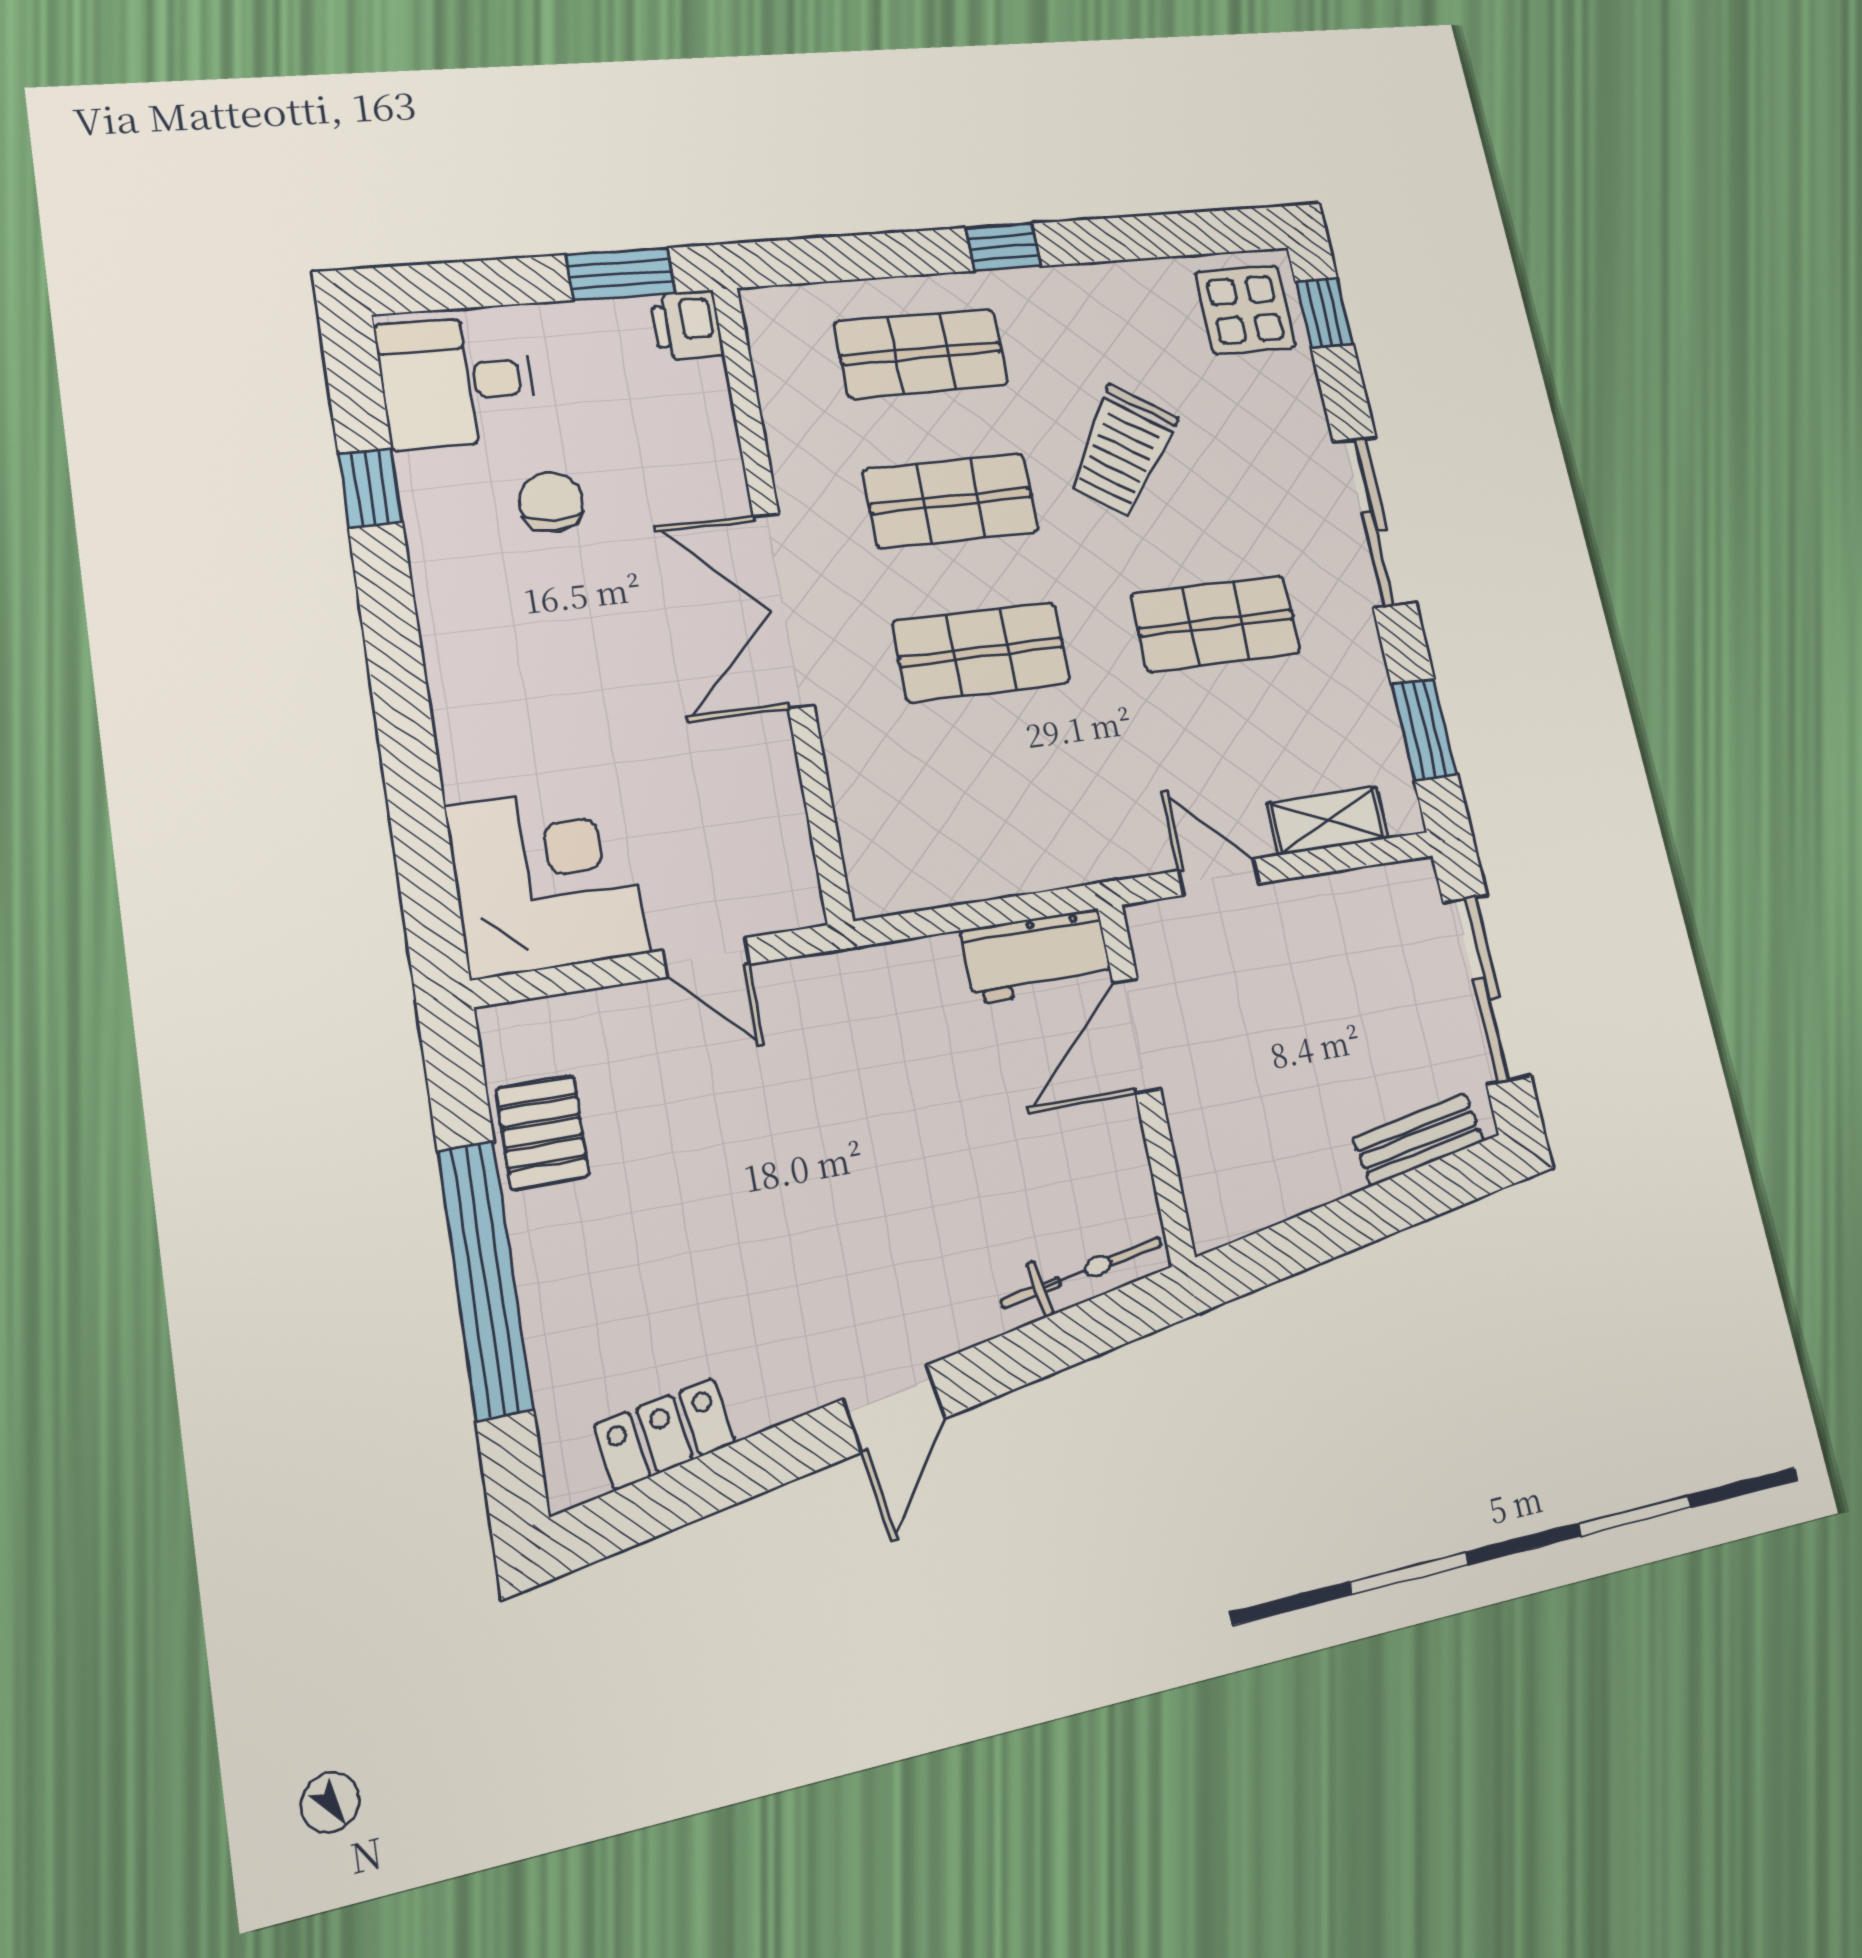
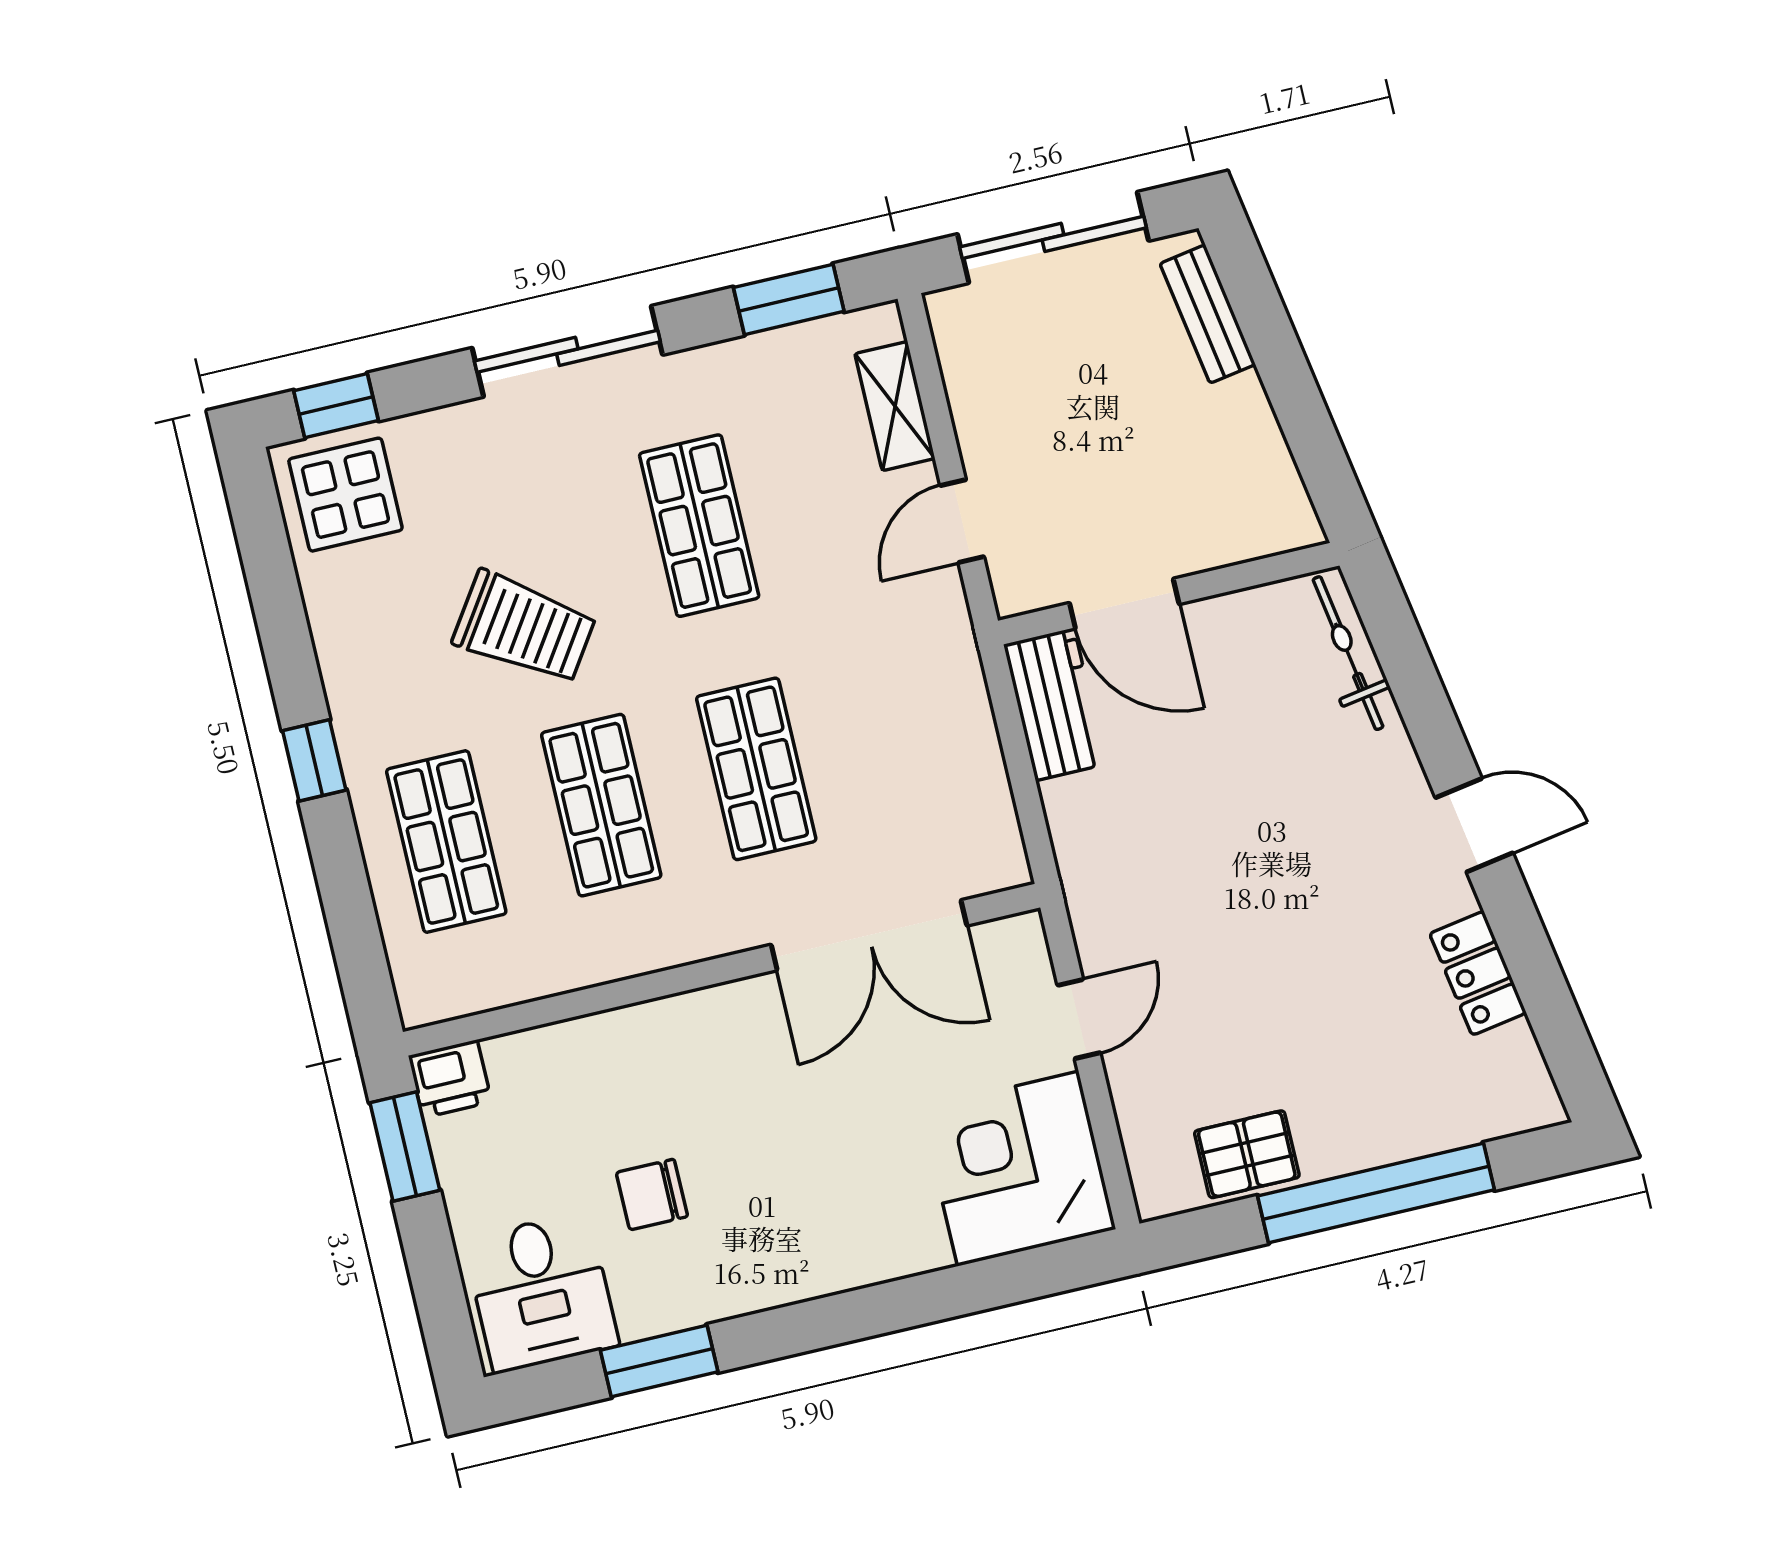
window: (370, 488) -> (659, 1361), width x1.50
double door: (783, 610) -> (869, 935), moved
locker: (665, 1434) -> (1478, 973), moved

